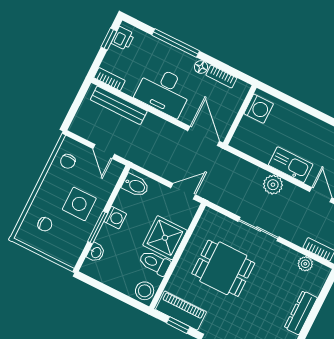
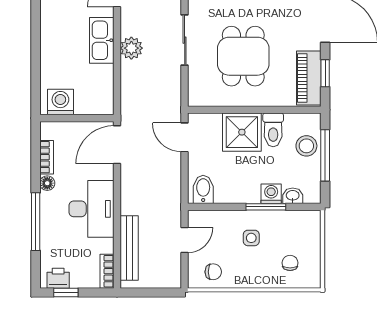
side table: (79, 204) -> (251, 238), width x0.54, depth x0.54
washing machine: (115, 218) -> (271, 194), moved
stool: (145, 291) -> (306, 146), moved
window: (115, 293) -> (325, 155), added

